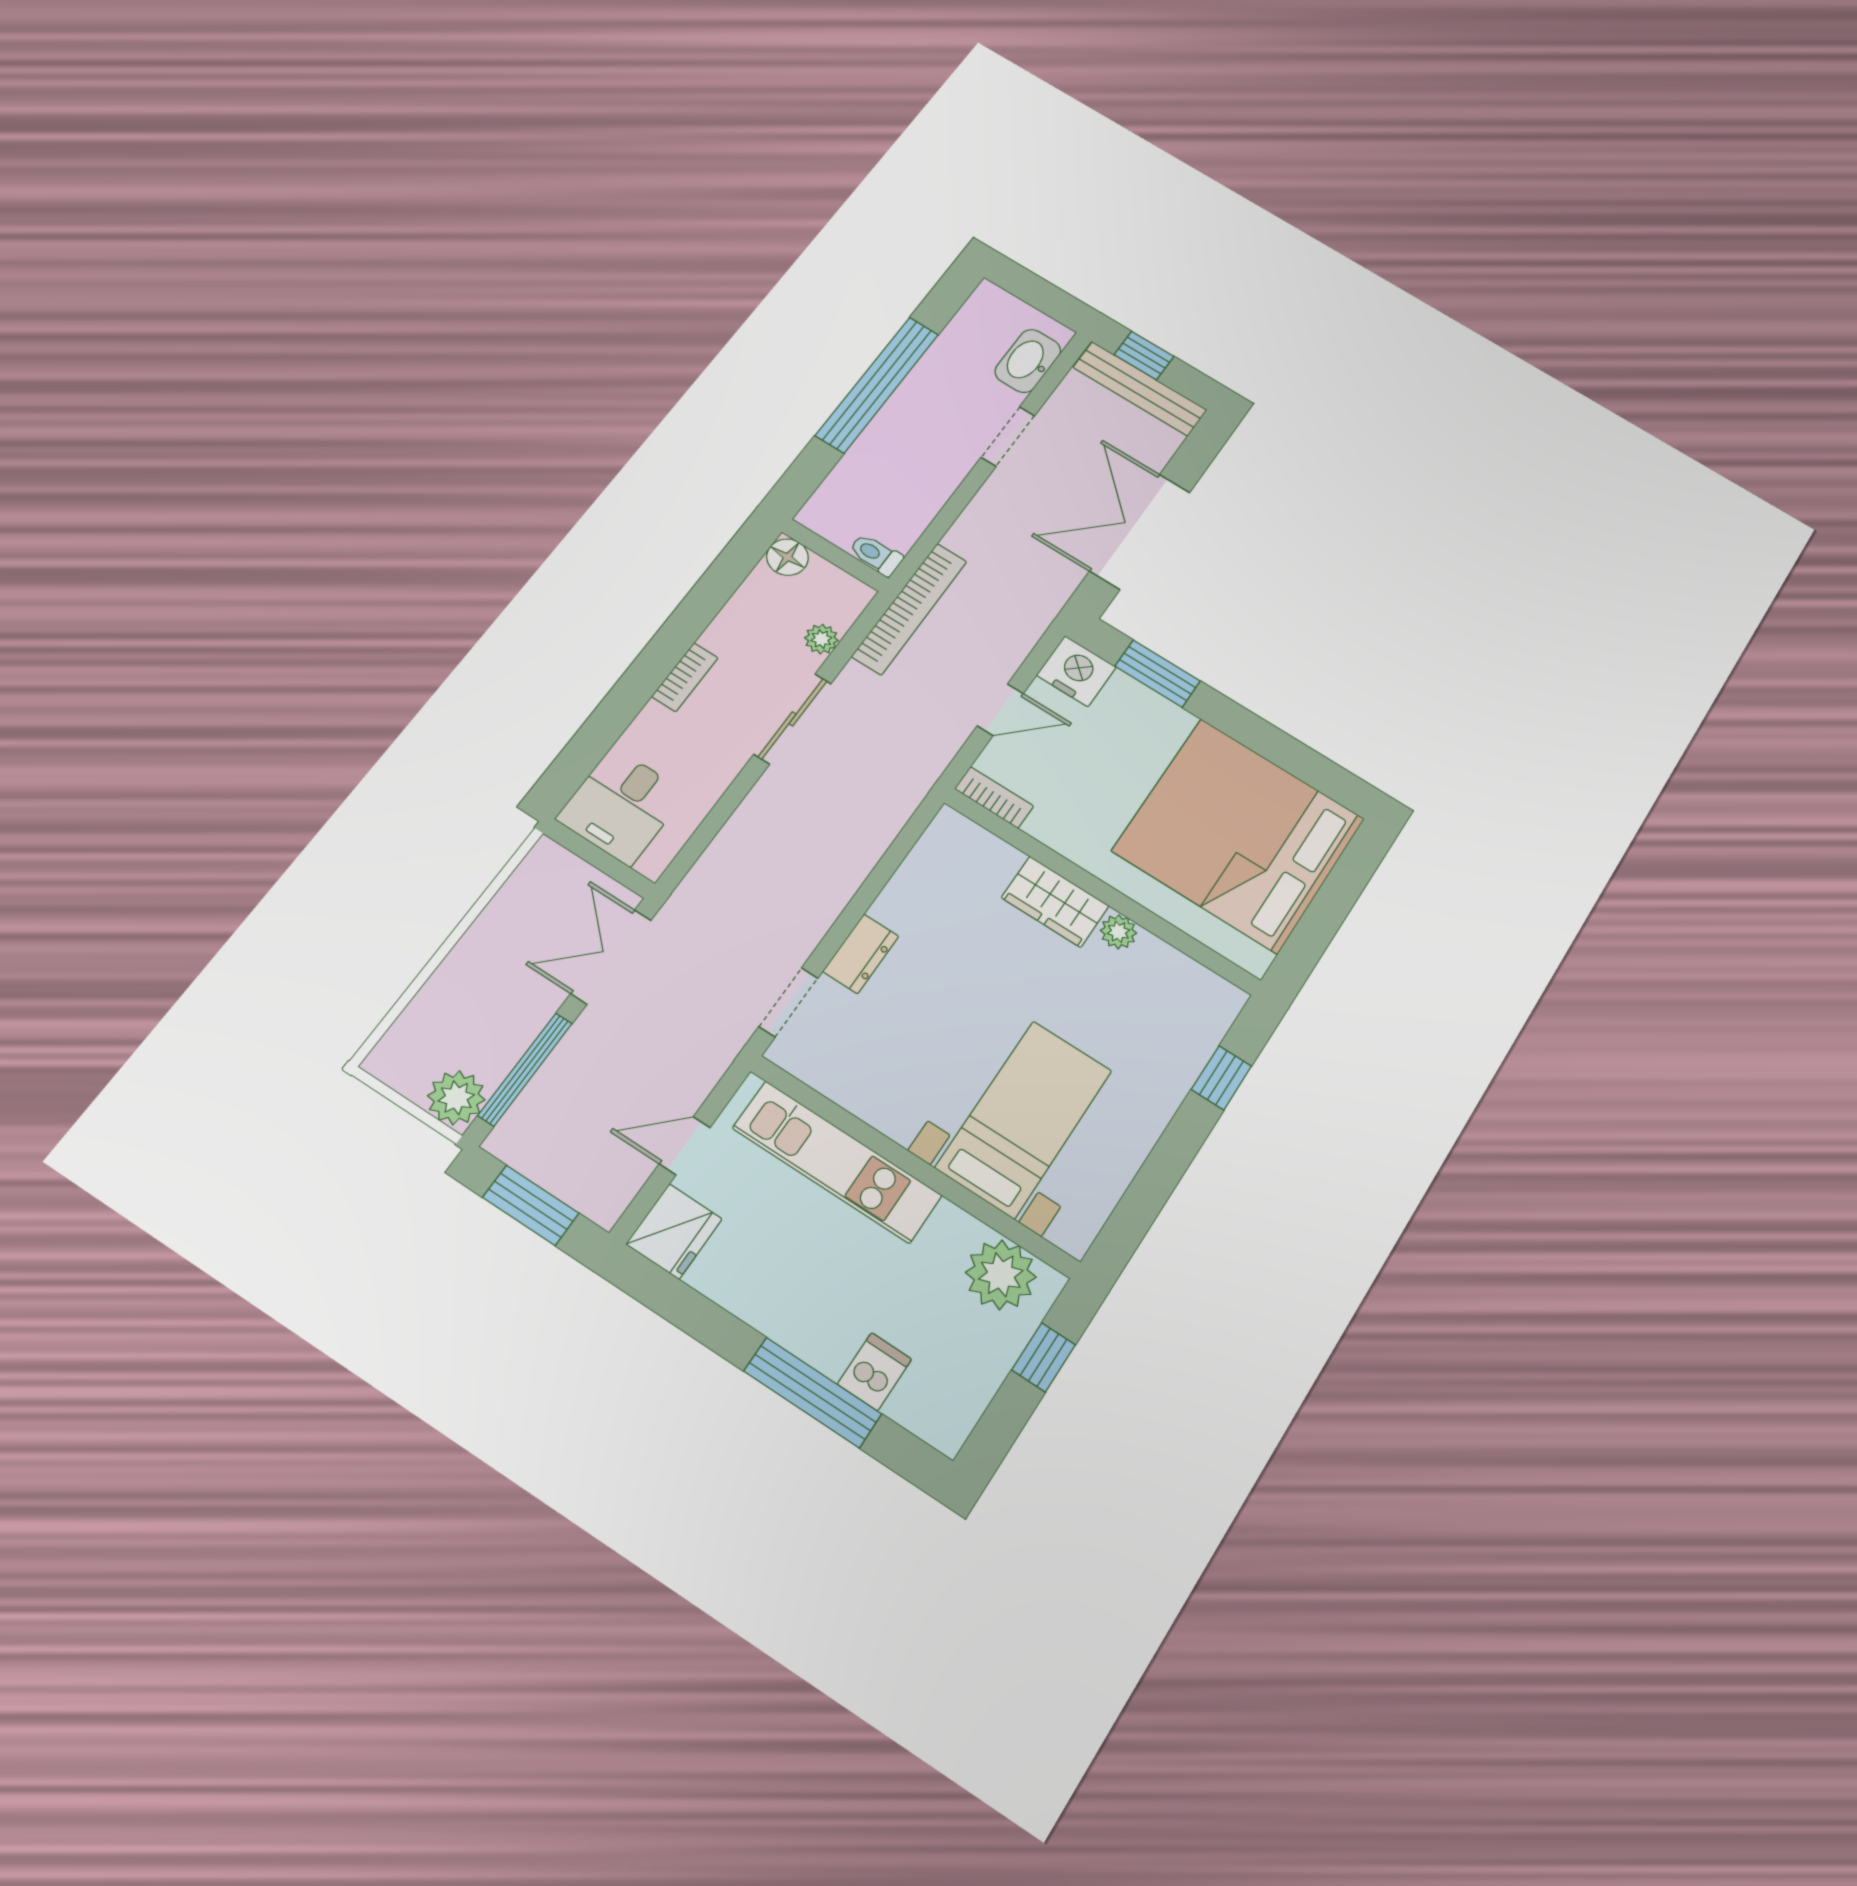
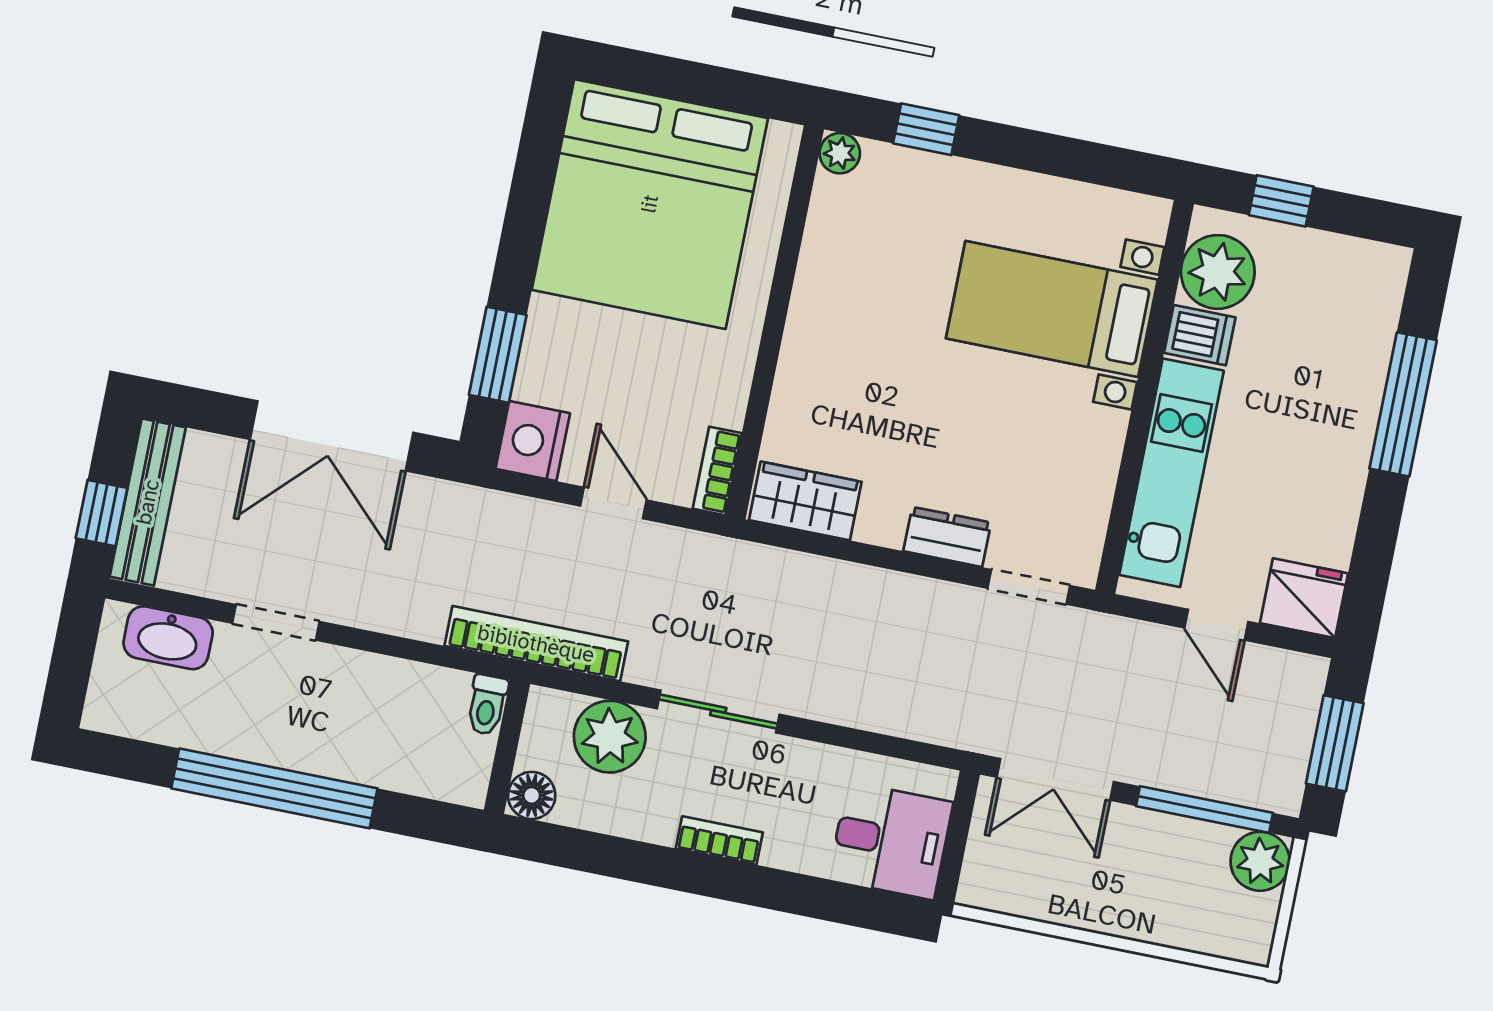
plant: (821, 639) -> (610, 737), width x1.88, depth x1.88
wardrobe: (1055, 902) -> (805, 501), moved, turned -90
plant: (1118, 932) -> (840, 153), moved
dishwasher: (874, 1372) -> (1200, 335), moved, turned 180

